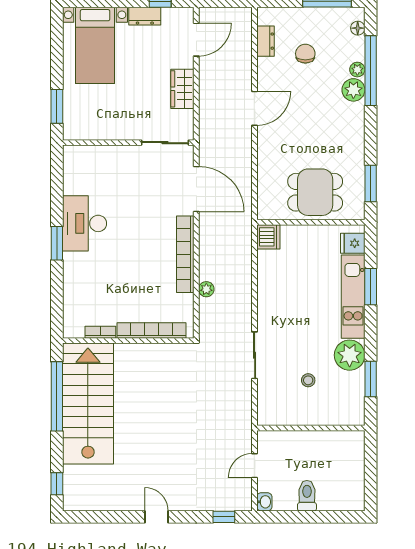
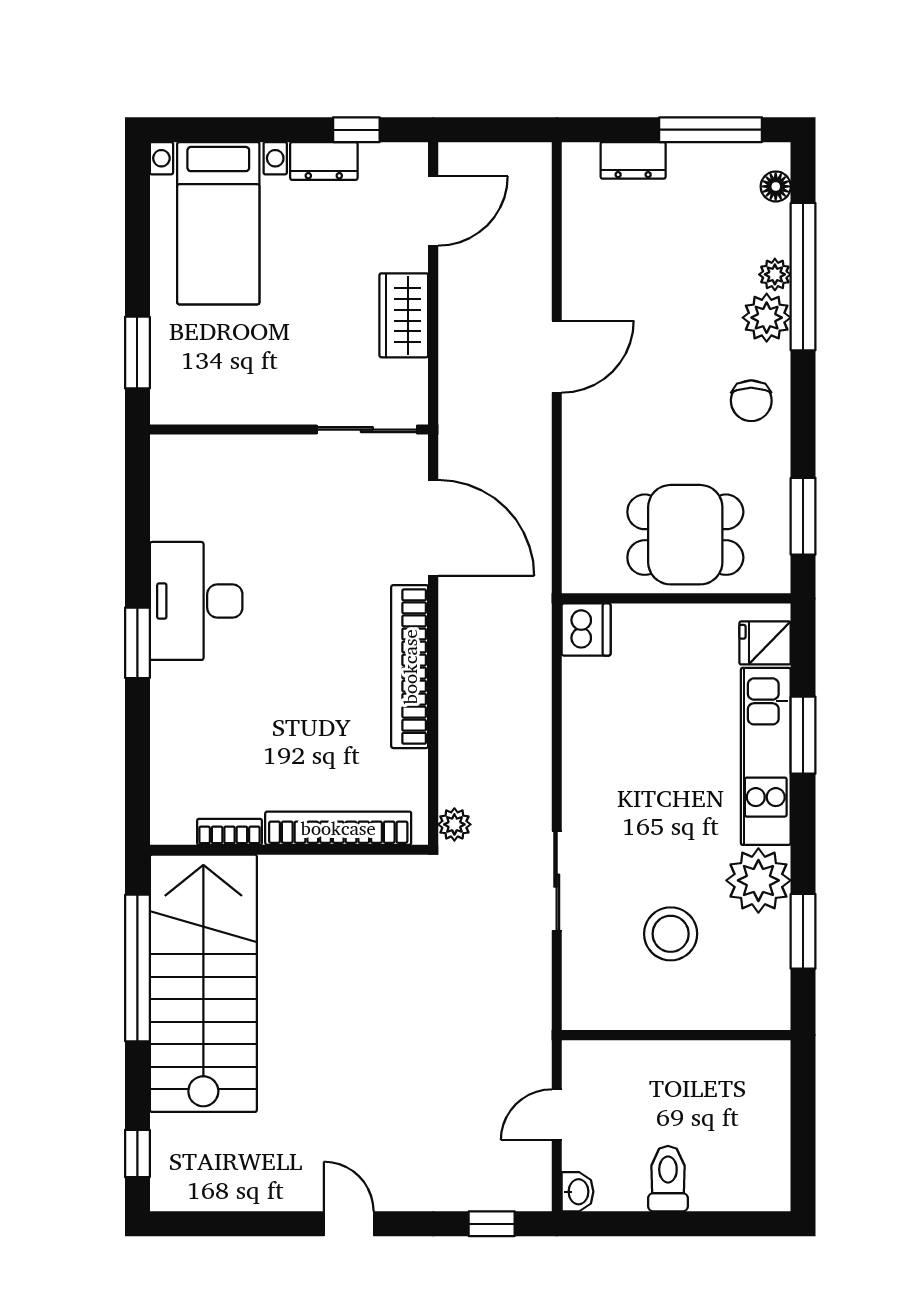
dresser: (265, 41) -> (633, 160), moved, turned 90
chair: (305, 54) -> (751, 401), moved, turned 180
plant: (206, 289) -> (454, 824), moved
stool: (308, 380) -> (671, 934), width x1.89, depth x1.89

